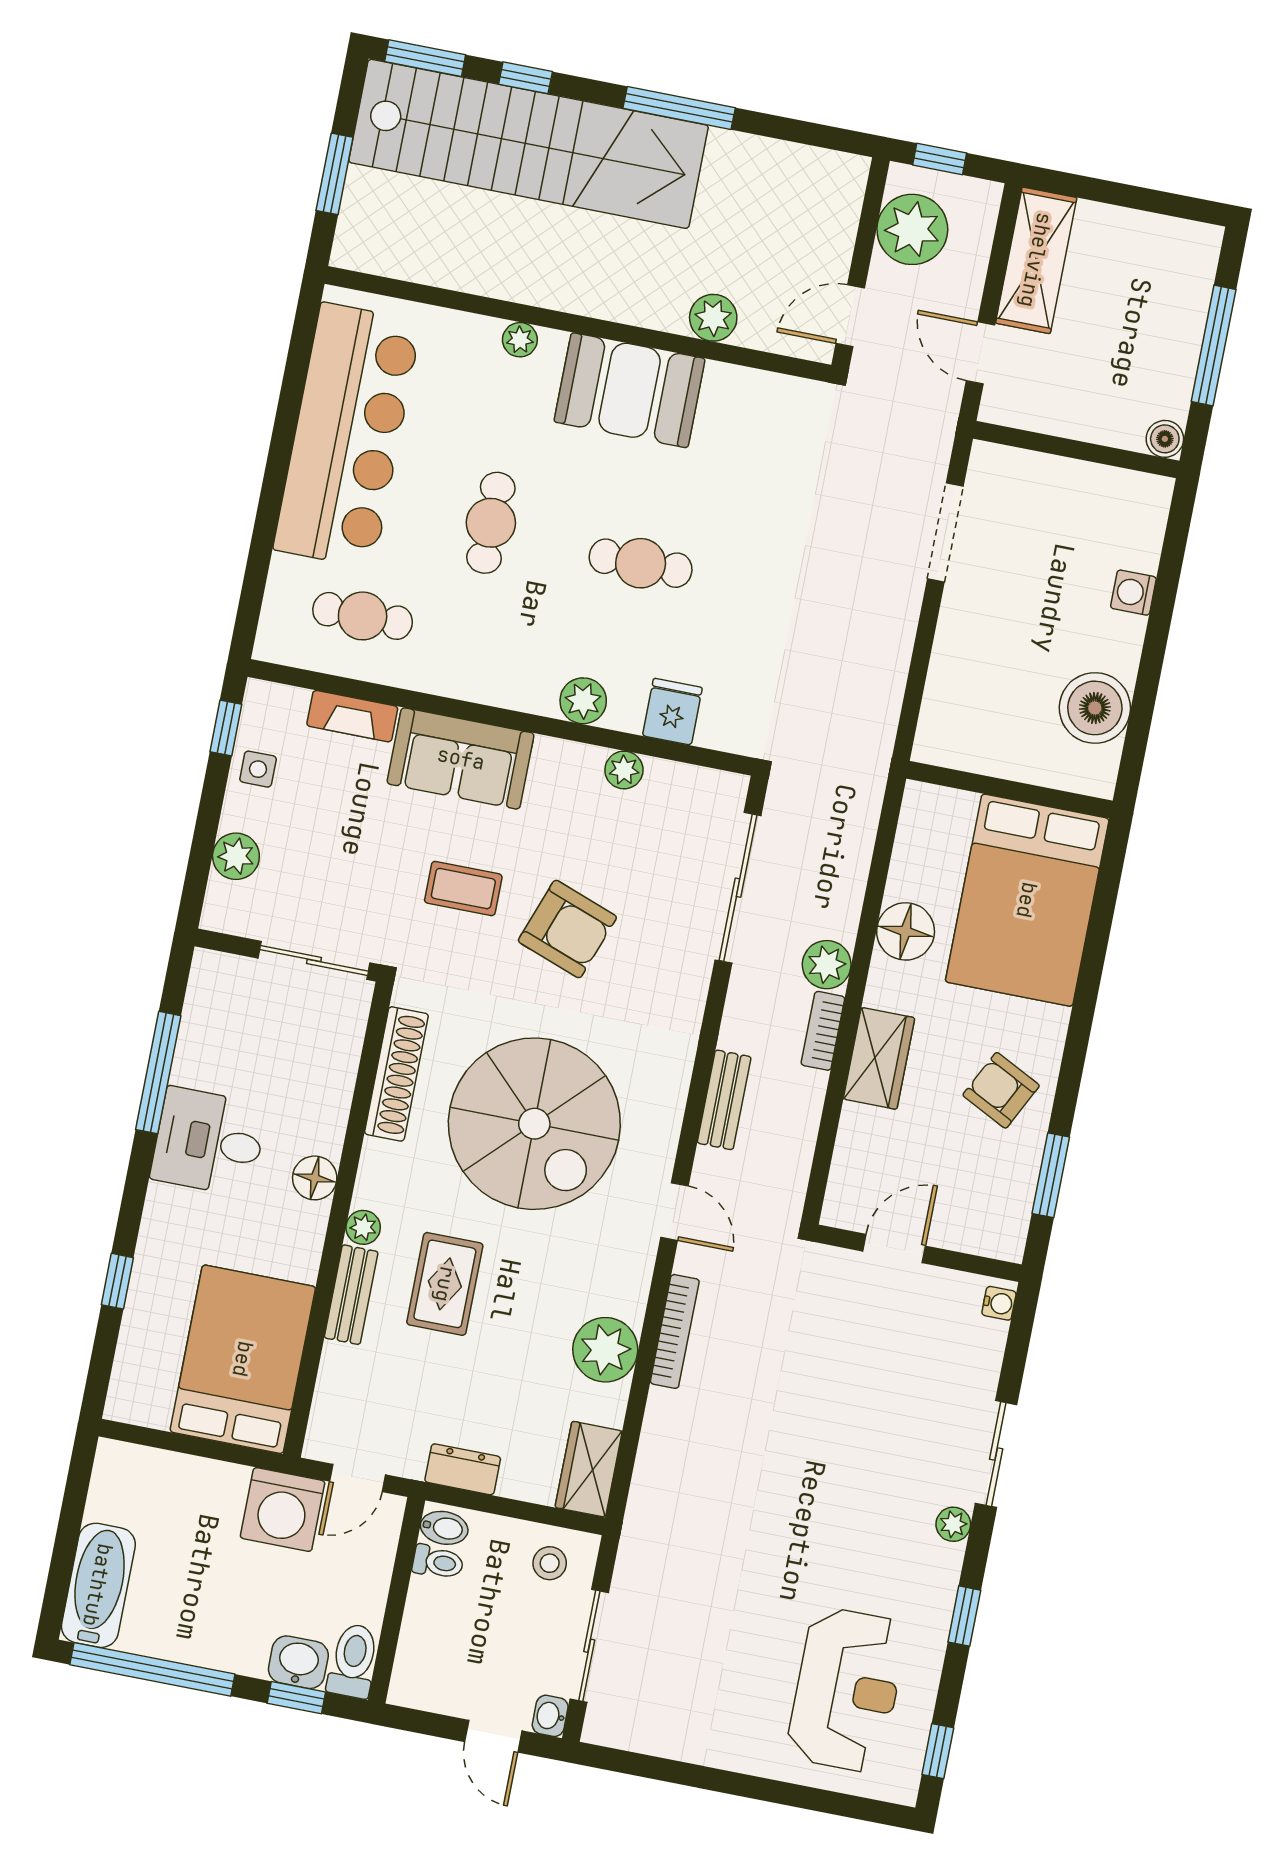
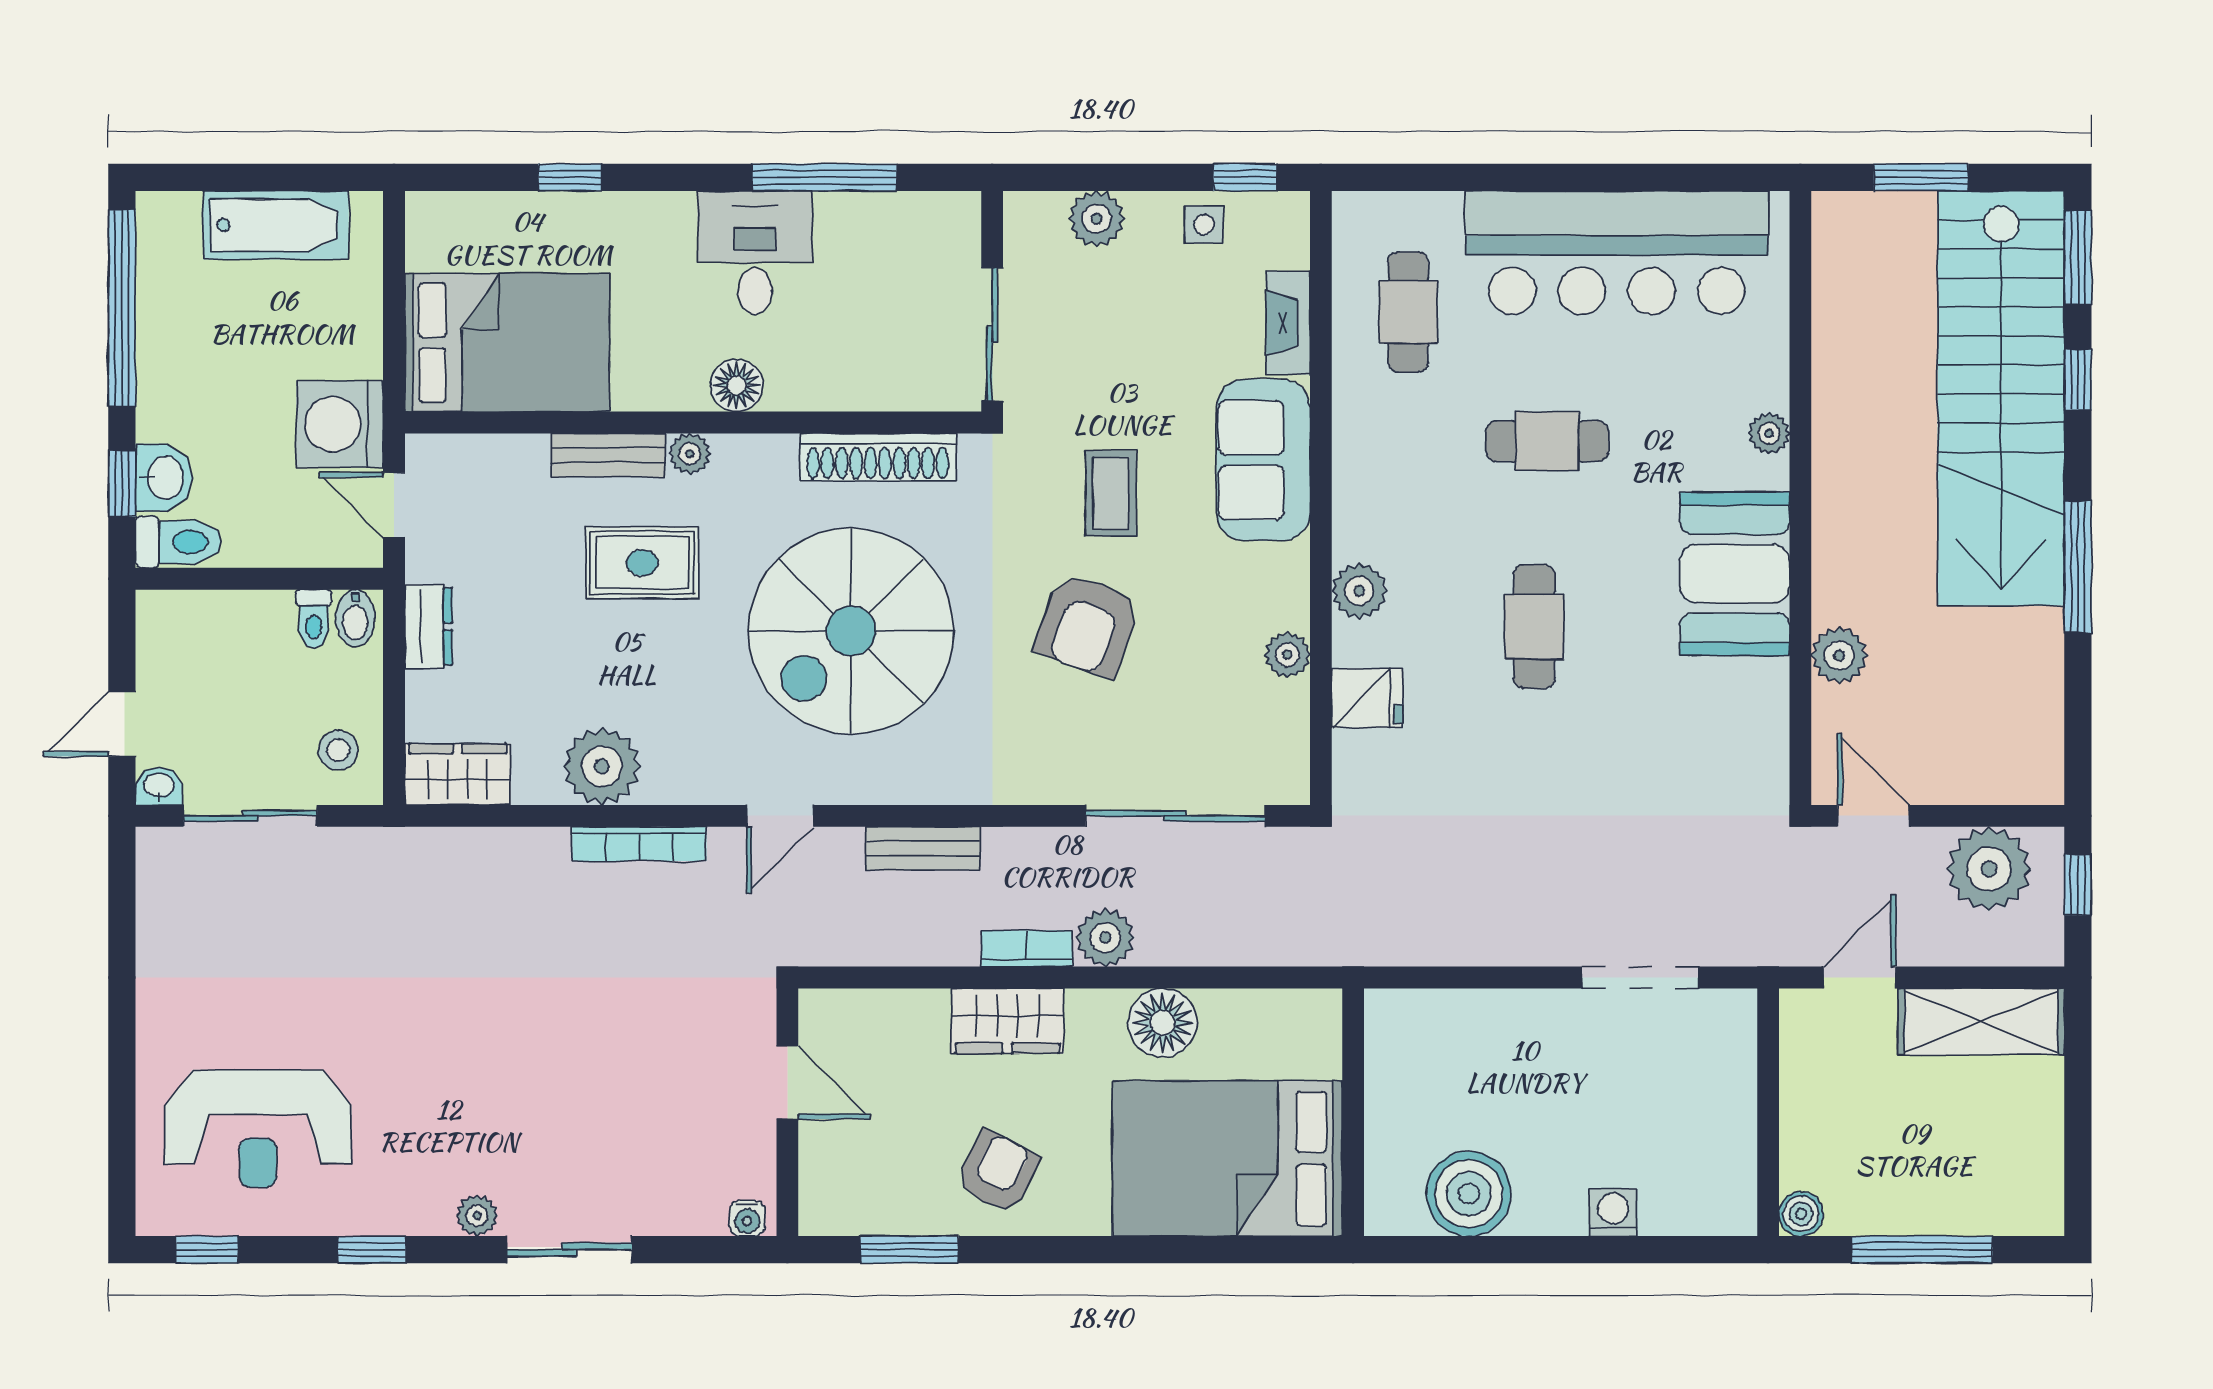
bathtub: (98, 1585) -> (276, 225), moved

